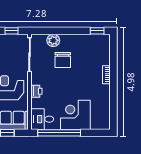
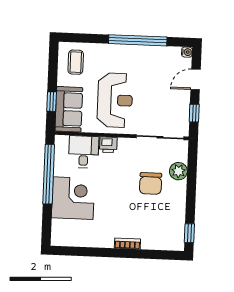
chair: (63, 60) -> (151, 184), turned -90
desk: (42, 119) -> (84, 152), moved

